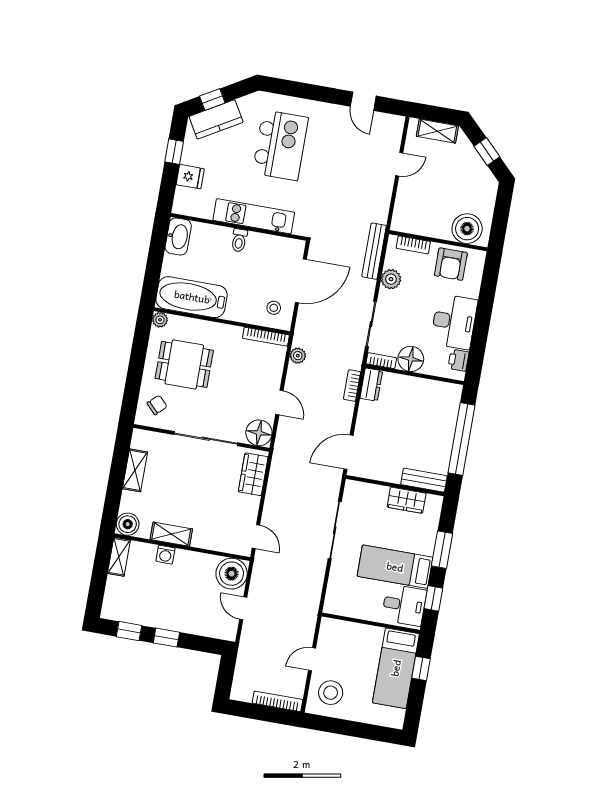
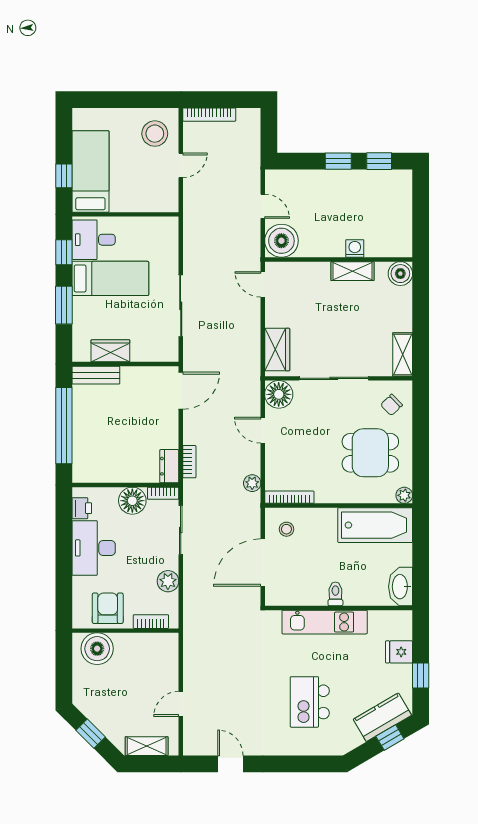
kitchen island: (280, 145) -> (310, 702), width x0.73, depth x0.78
bench: (374, 251) -> (191, 608), removed
shelving: (135, 470) -> (403, 355), moved
shelving: (119, 557) -> (403, 238), removed

